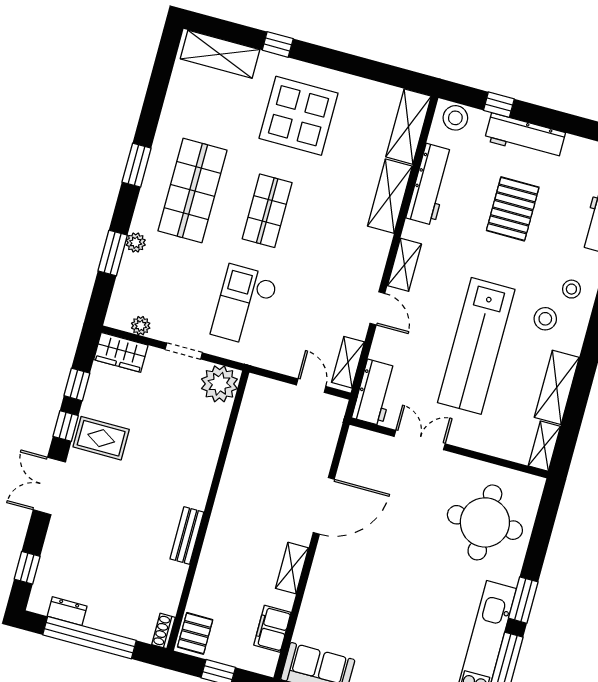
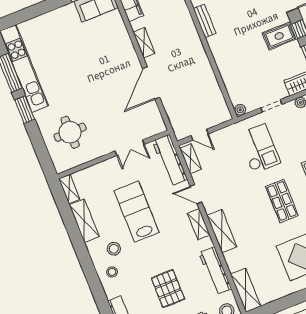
shelving: (390, 196) -> (222, 231), moved
lab bench: (476, 346) -> (136, 212), width x0.73
plant: (219, 384) -> (240, 110), width x0.53, depth x0.53
workbench: (375, 392) -> (170, 160), width x1.38
round table: (485, 522) -> (70, 132), width x0.73, depth x0.73

